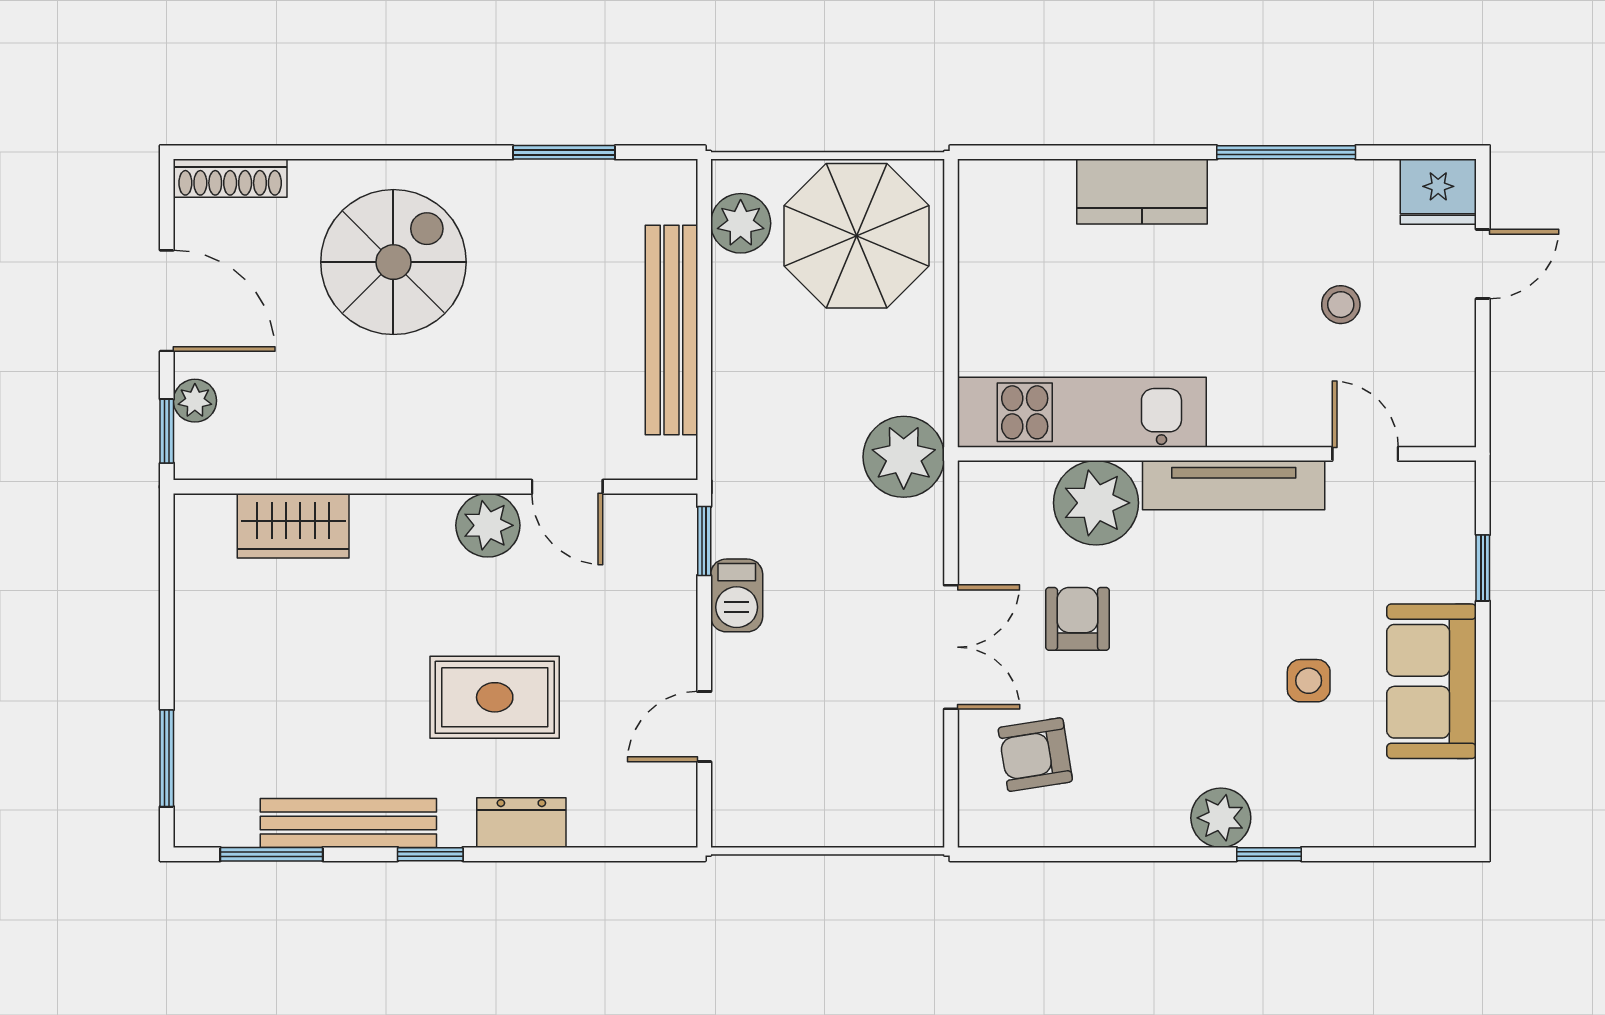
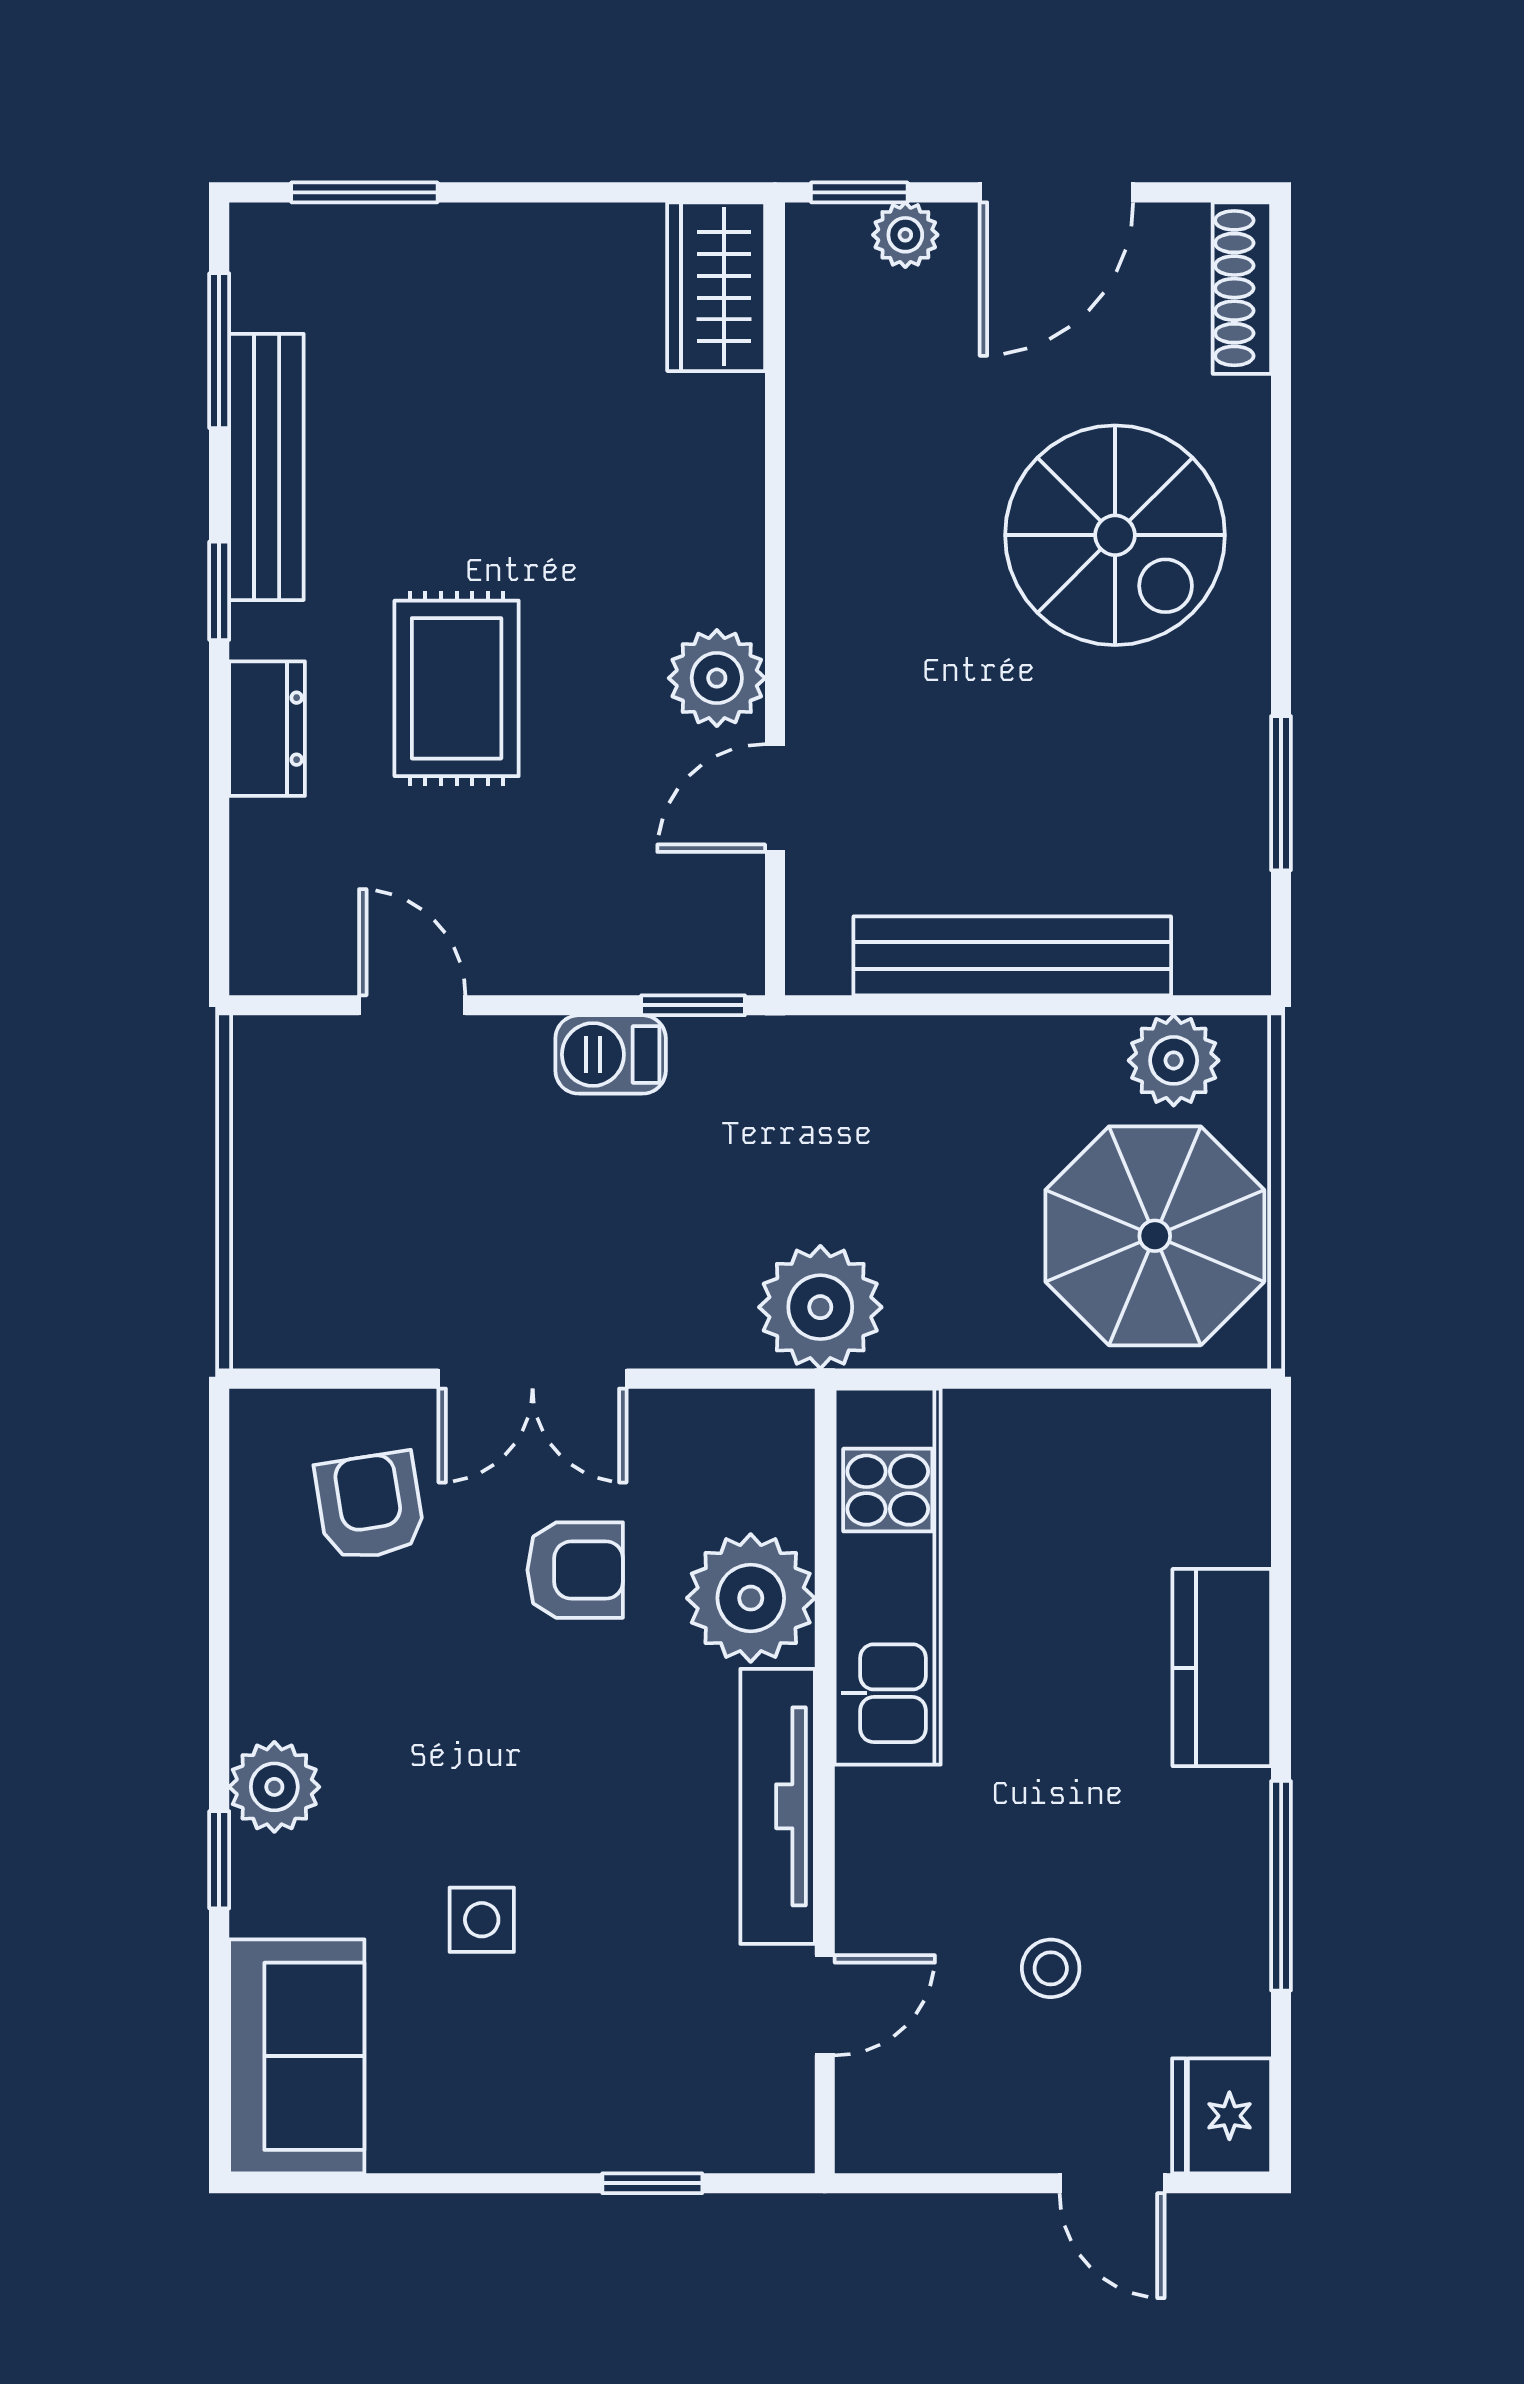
wardrobe: (293, 526) -> (716, 287), moved
sofa: (1432, 681) -> (297, 2056), moved, turned 90

